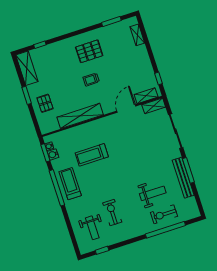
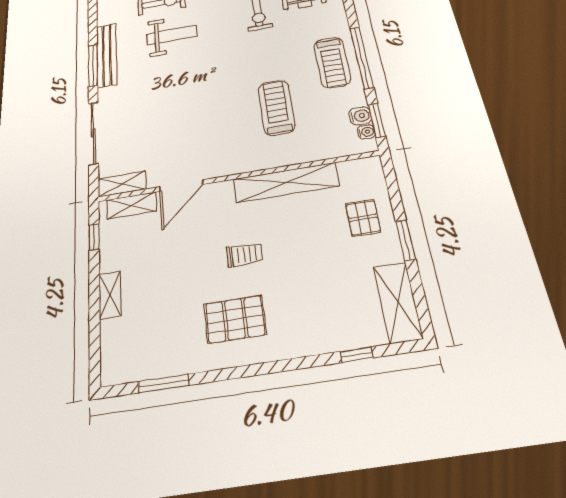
shelving: (137, 35) -> (110, 295), moved
treadmill: (92, 155) -> (276, 108), turned -90
weight bench: (153, 193) -> (172, 35), turned 180

